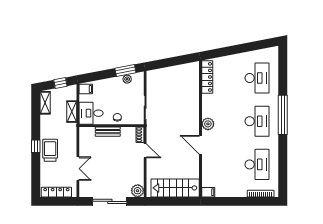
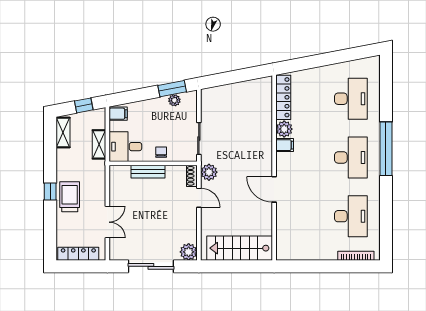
plant: (208, 124) -> (284, 129), moved
plant: (153, 132) -> (209, 172), added
filing cabinet: (208, 192) -> (285, 145), moved

